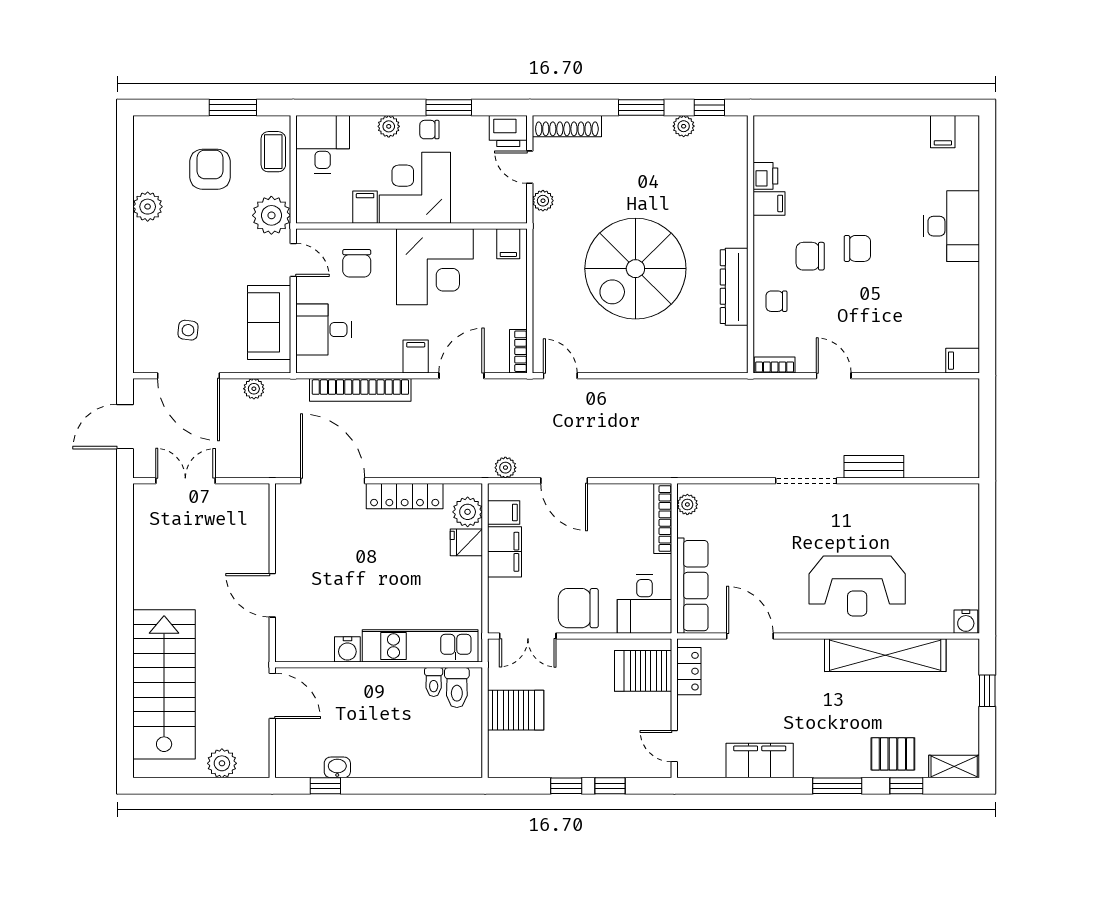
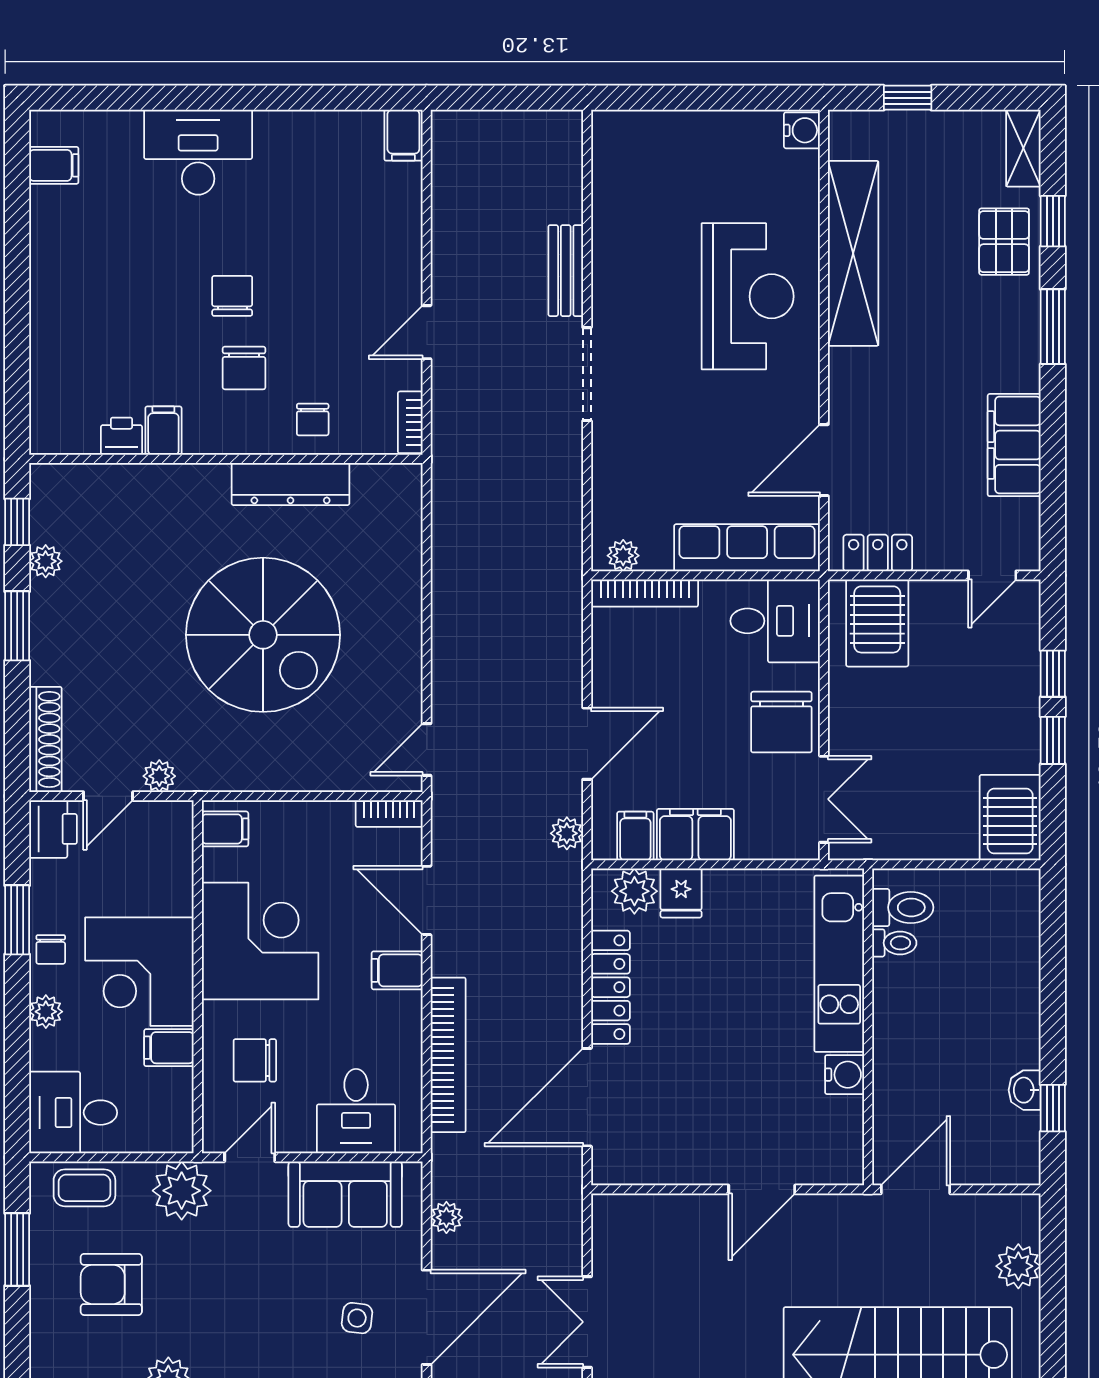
chair: (357, 263) -> (255, 1060), turned 180
server rack: (516, 710) -> (1010, 818), moved

